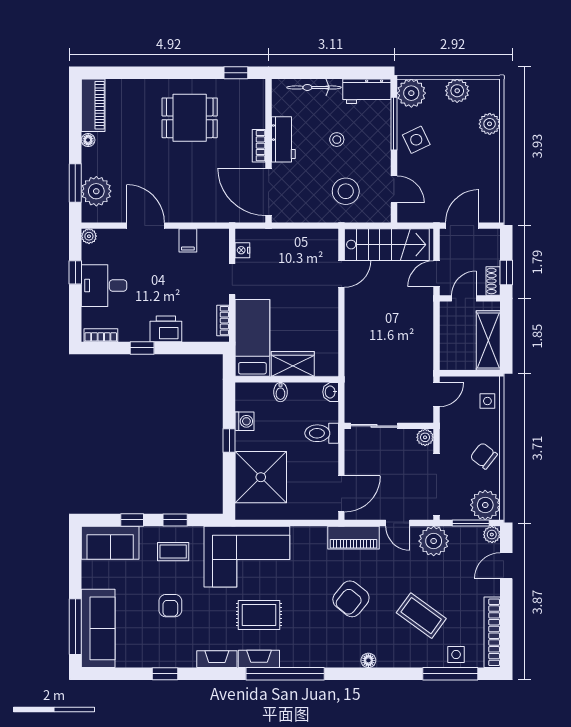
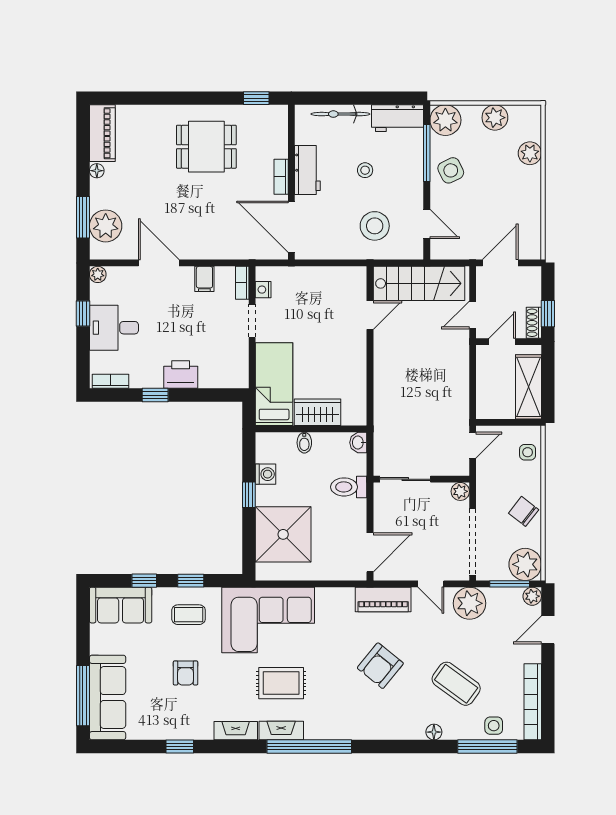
bookcase: (223, 321) -> (242, 283), moved
floor lamp: (368, 660) -> (434, 732), moved

